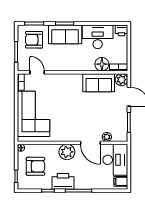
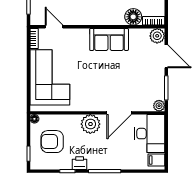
sofa: (99, 83) -> (109, 39), moved
plant: (107, 137) -> (159, 106), moved
door: (90, 143) -> (119, 113), hinge flipped
armchair: (35, 166) -> (52, 142), turned 180
printer: (63, 181) -> (80, 163), width x0.53, depth x0.68

